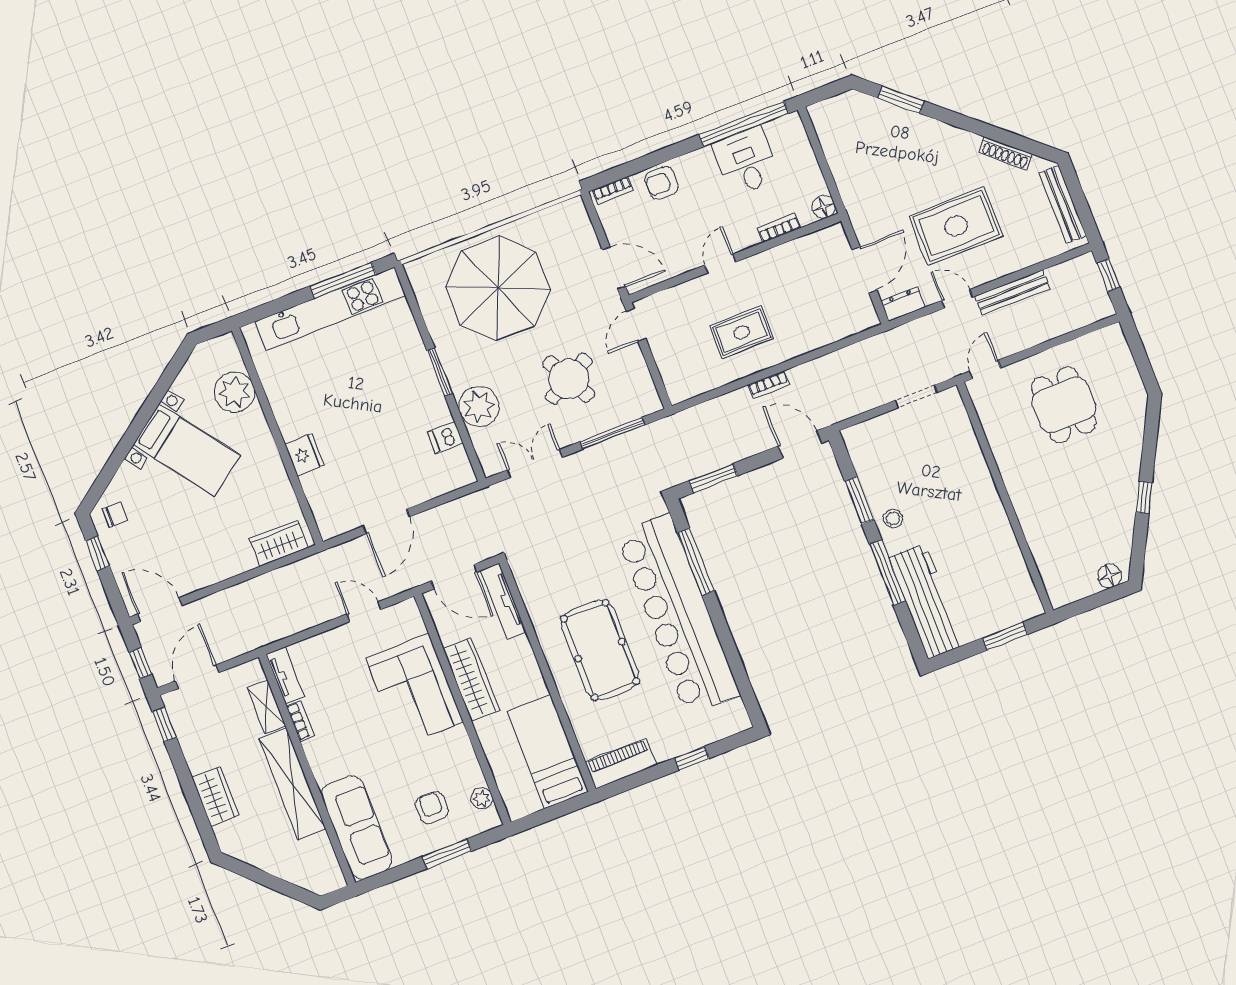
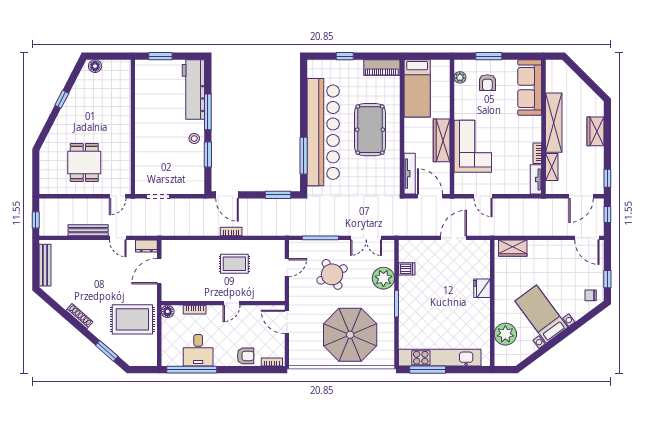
shoe rack: (1006, 153) -> (80, 316), moved
rug: (956, 226) -> (132, 319), moved
door: (636, 325) -> (287, 267), moved

